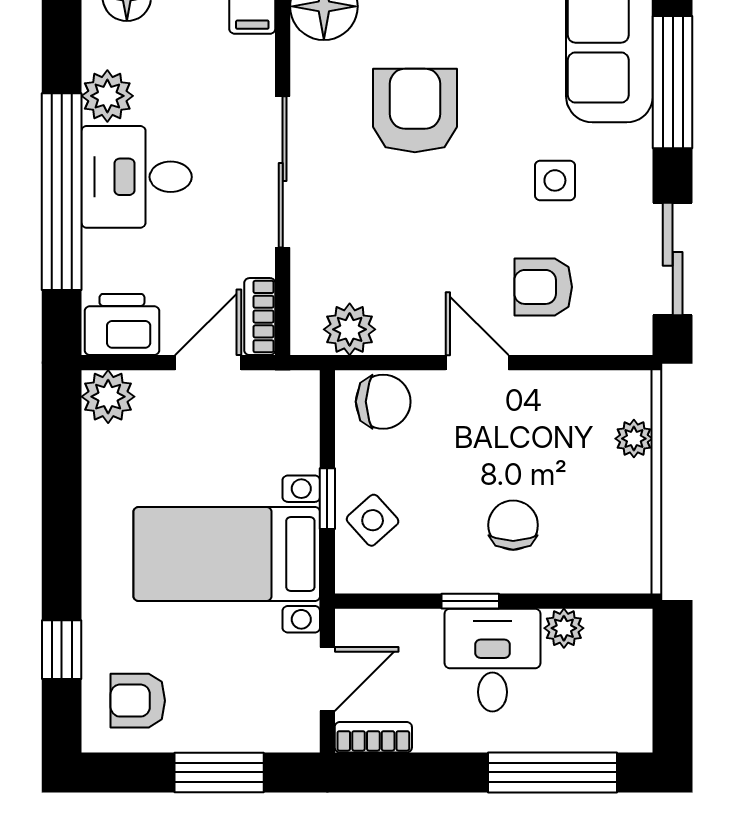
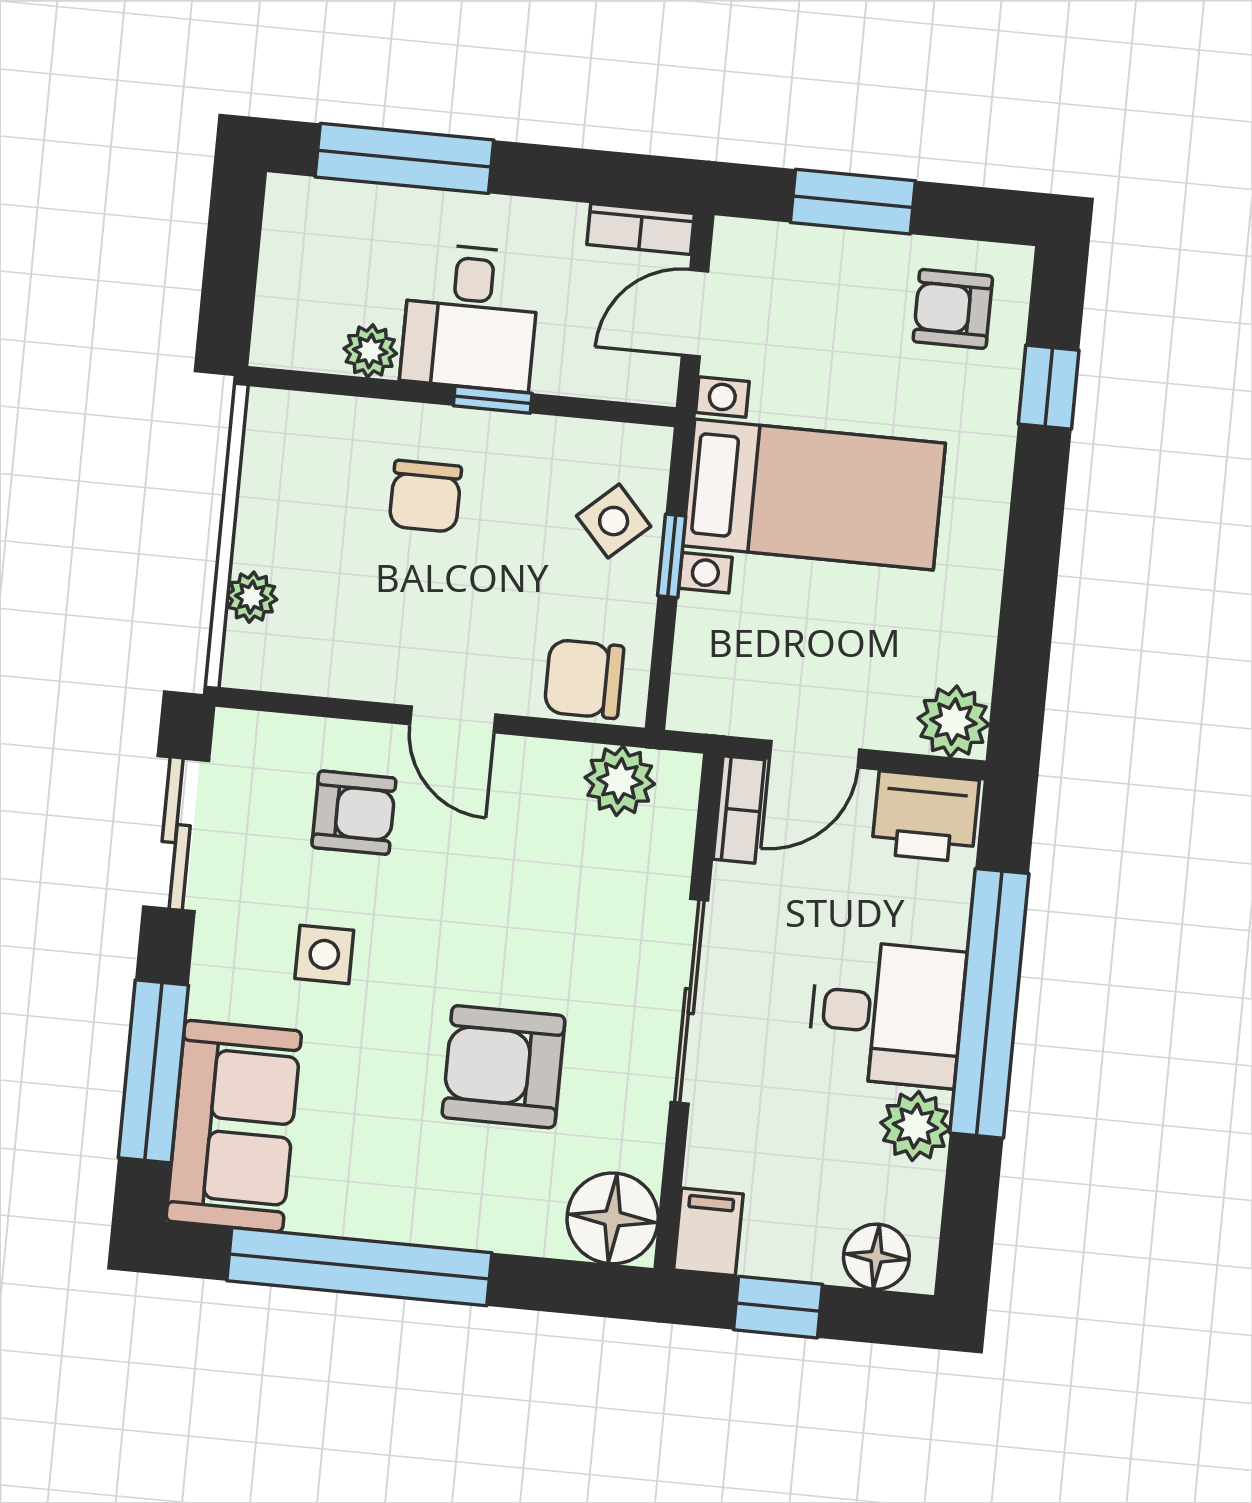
armchair: (415, 110) -> (503, 1067), turned 90
armchair: (138, 701) -> (953, 309), turned 180

